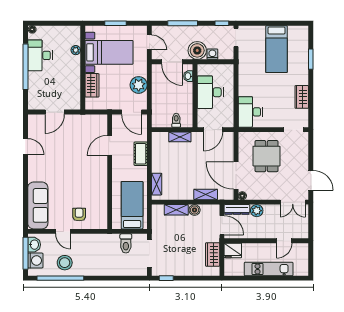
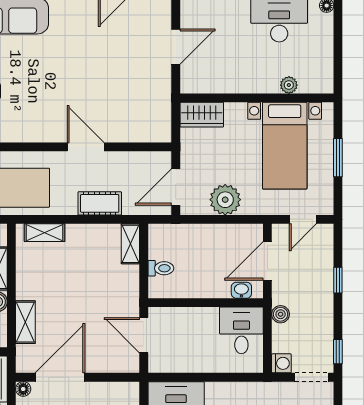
window: (183, 23) -> (338, 280), width x0.46
boiler: (197, 50) -> (281, 314), width x0.54, depth x0.54
washing machine: (212, 54) -> (281, 363), moved
wardrobe: (92, 85) -> (202, 115), moved
desk: (210, 92) -> (241, 330), moved, width x0.73
door: (55, 112) -> (176, 47), swing flipped
shelving: (180, 137) -> (130, 244), moved
door: (110, 145) -> (86, 147), moved

